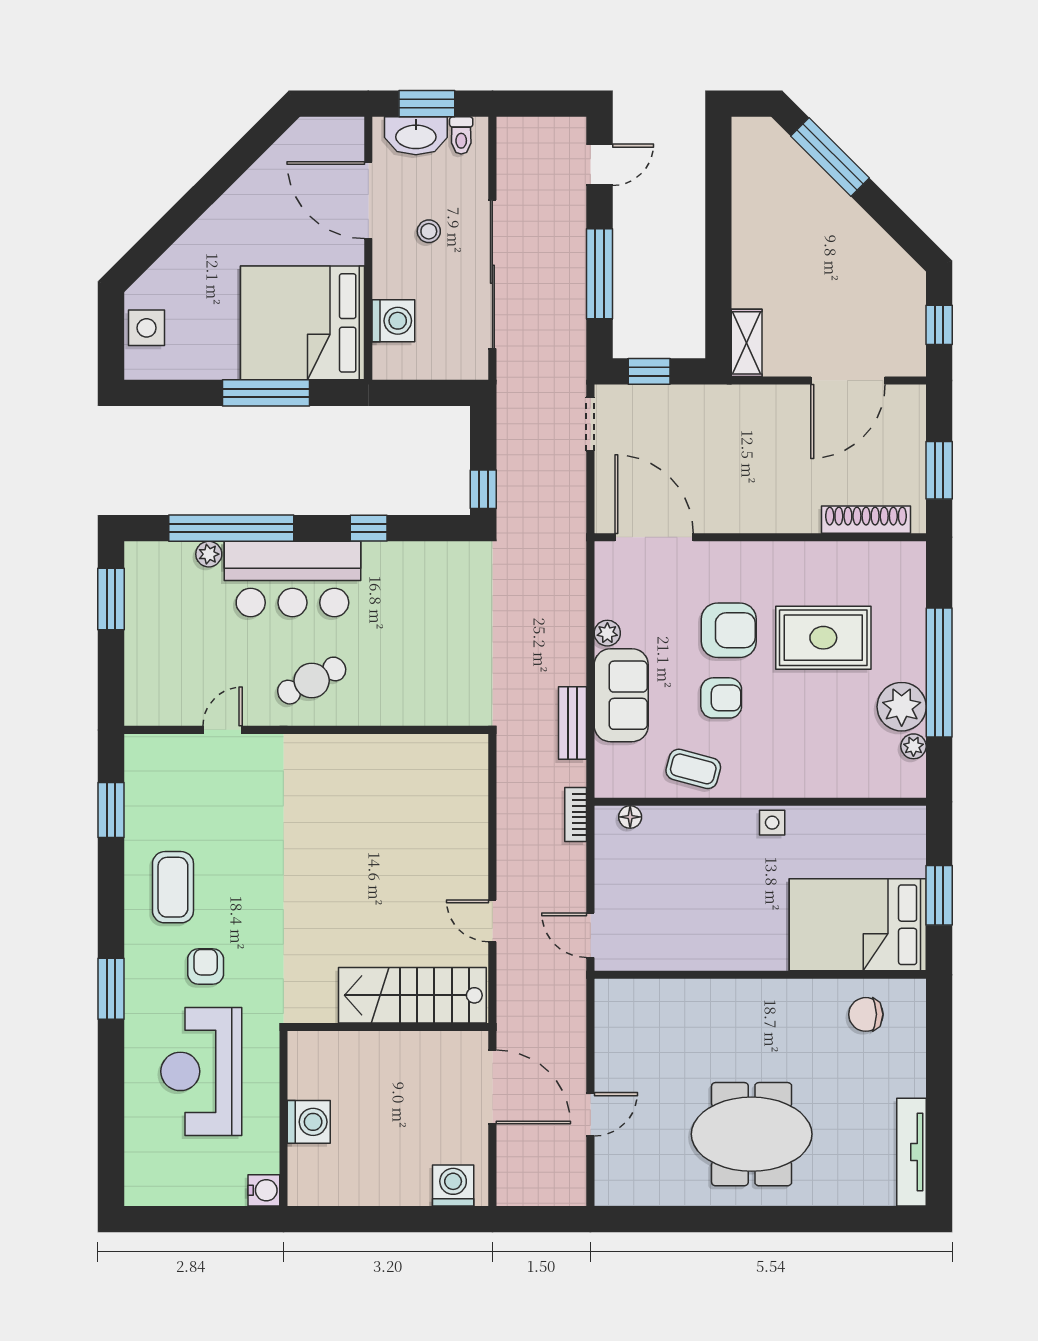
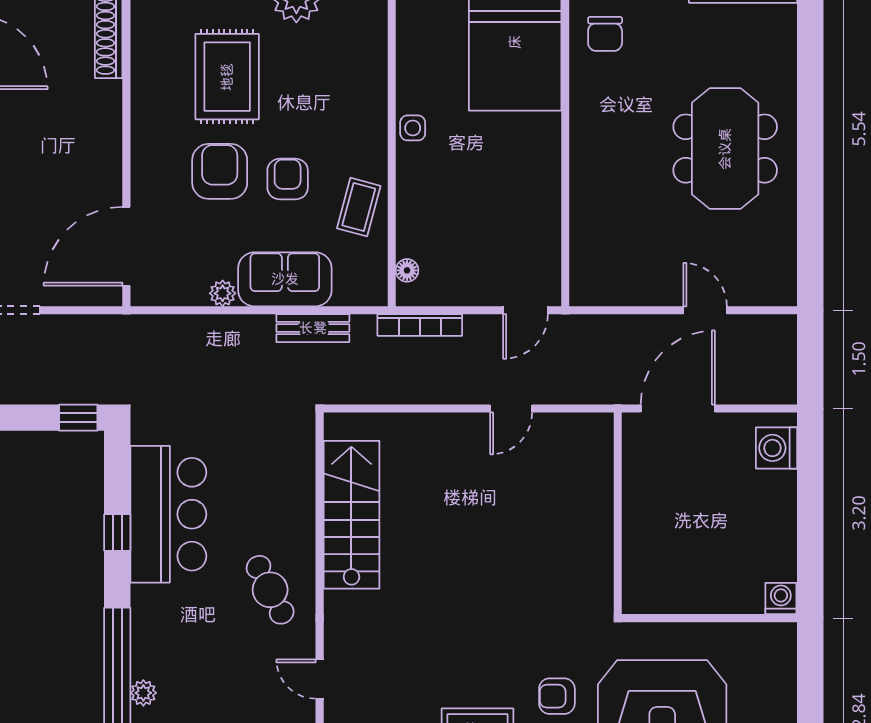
bar counter: (292, 579) -> (168, 514), moved
bookcase: (576, 815) -> (420, 325), width x1.56
stairs: (412, 995) -> (351, 515), moved, turned 180
washing machine: (309, 1122) -> (781, 599), moved, width x0.73, depth x0.73
water cooler: (264, 1190) -> (781, 638), removed

